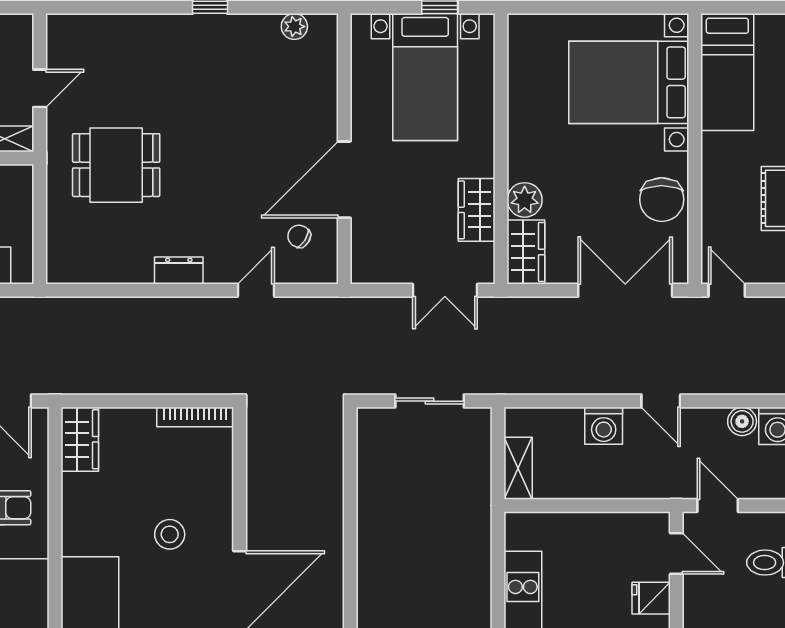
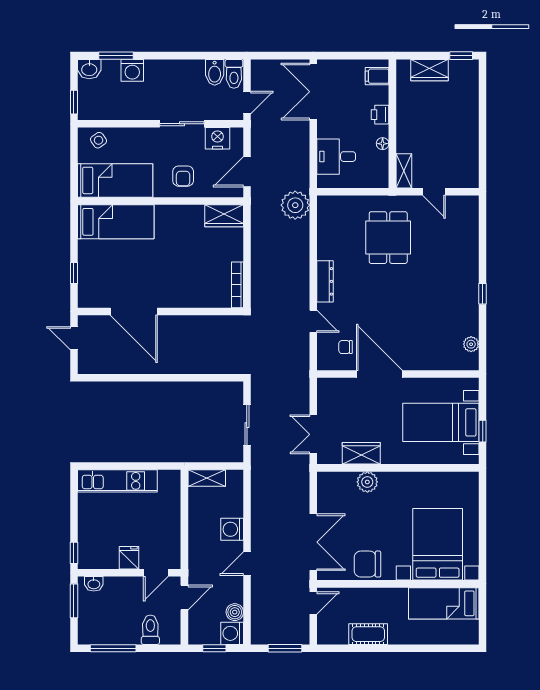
chair: (299, 236) -> (346, 347), turned -122
wardrobe: (526, 252) -> (336, 483), removed
dresser: (179, 271) -> (325, 281), width x1.44
plant: (62, 320) -> (295, 205), added
stool: (170, 534) -> (167, 270), removed

